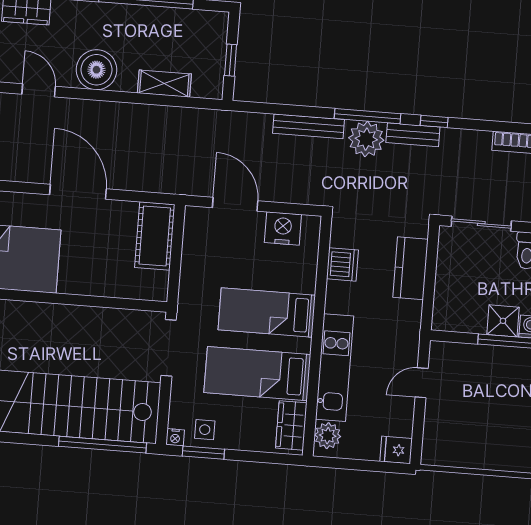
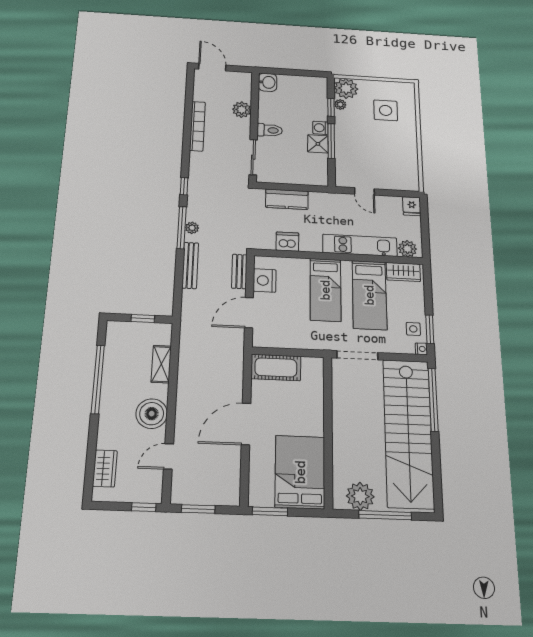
bench: (413, 135) -> (239, 271), moved
plant: (366, 139) -> (192, 228), width x0.53, depth x0.53

